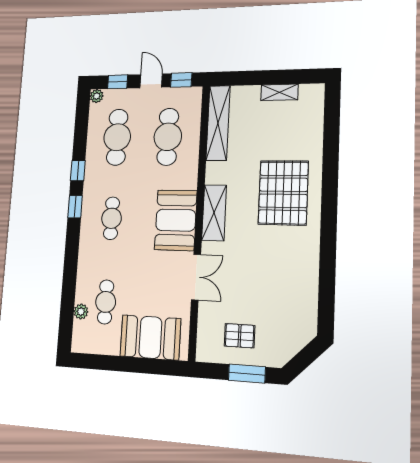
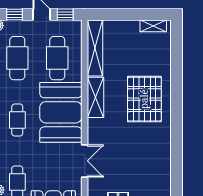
shelving: (279, 92) -> (153, 26), moved
shelving: (214, 213) -> (95, 97), moved
booth: (176, 220) -> (61, 112), width x1.36, depth x1.42

